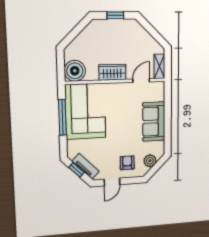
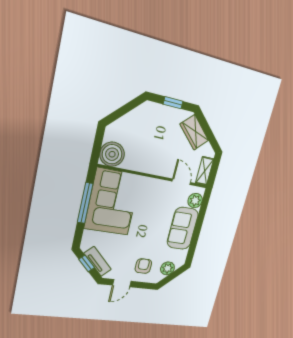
wardrobe: (112, 72) -> (194, 132), moved, turned -135
door: (141, 81) -> (181, 182), hinge flipped
plant: (158, 94) -> (195, 201), added

